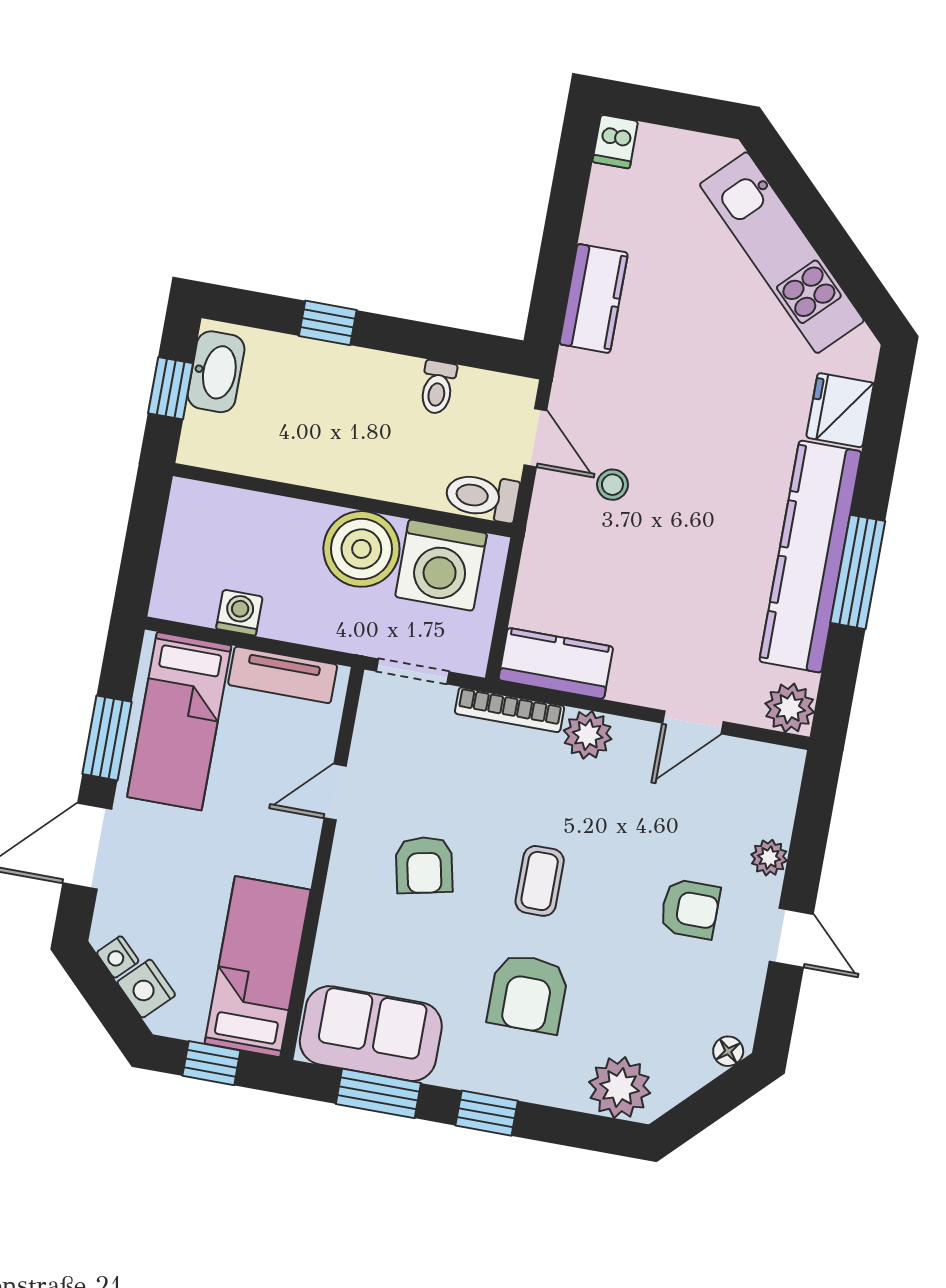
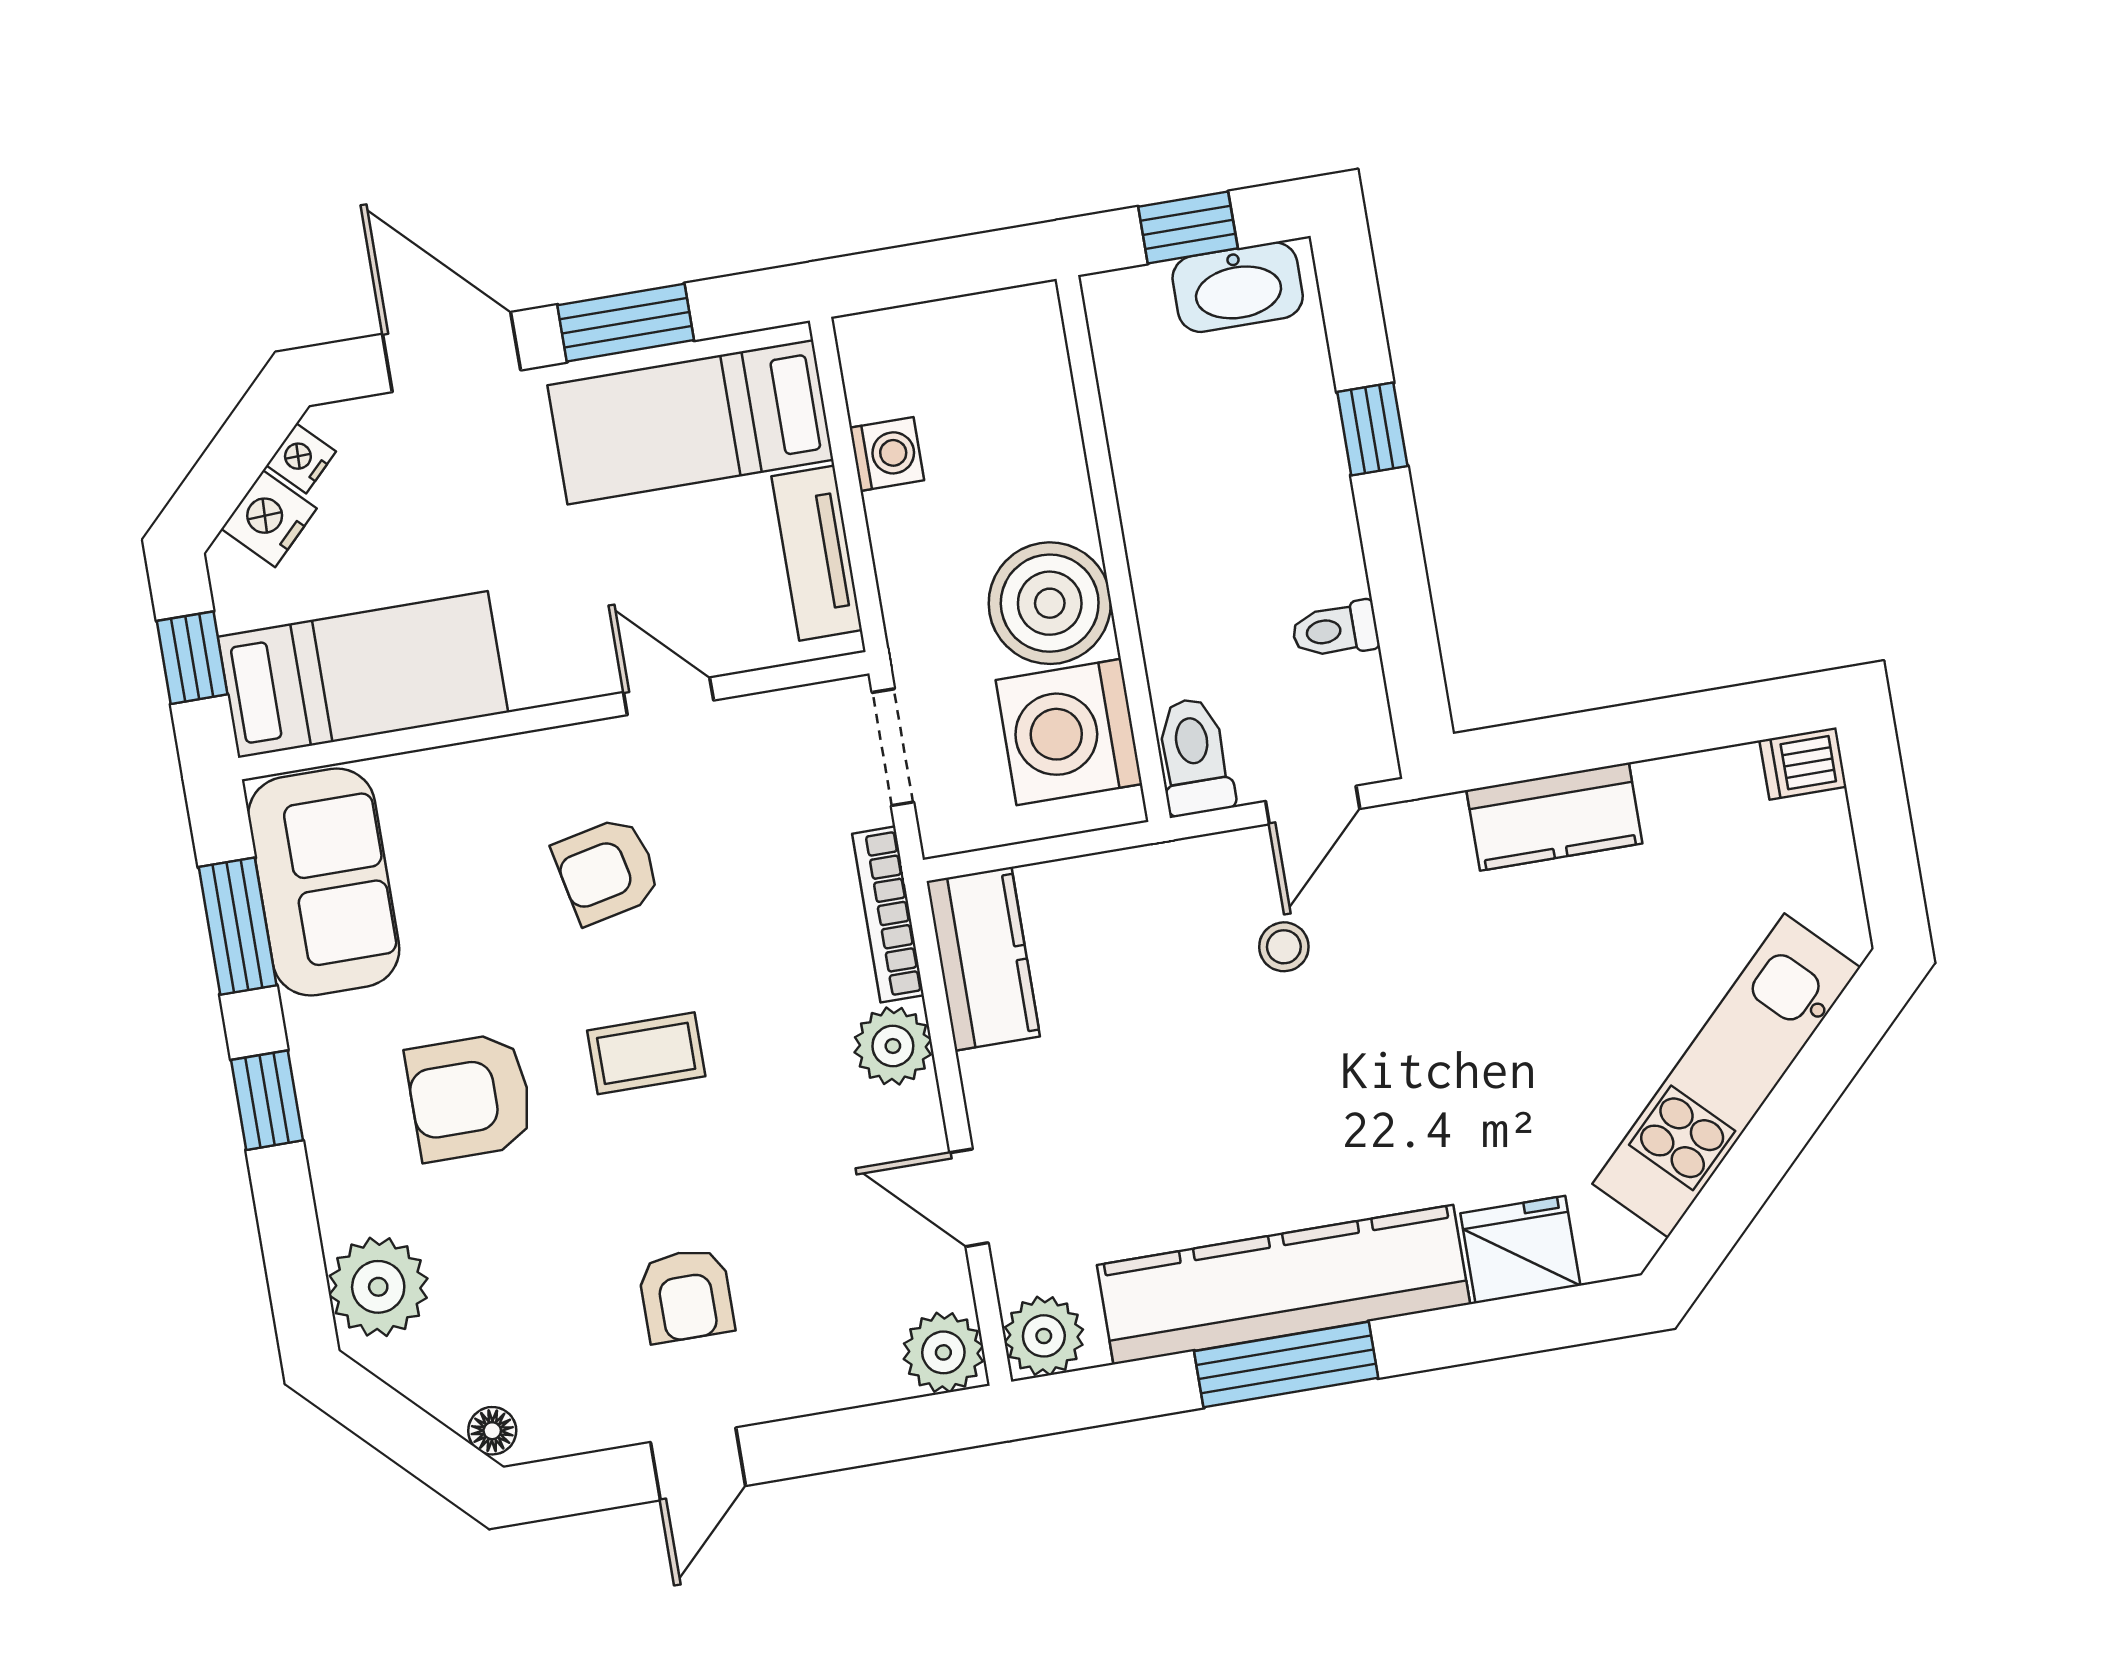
plant: (769, 858) -> (943, 1352), moved, width x1.38, depth x1.38

